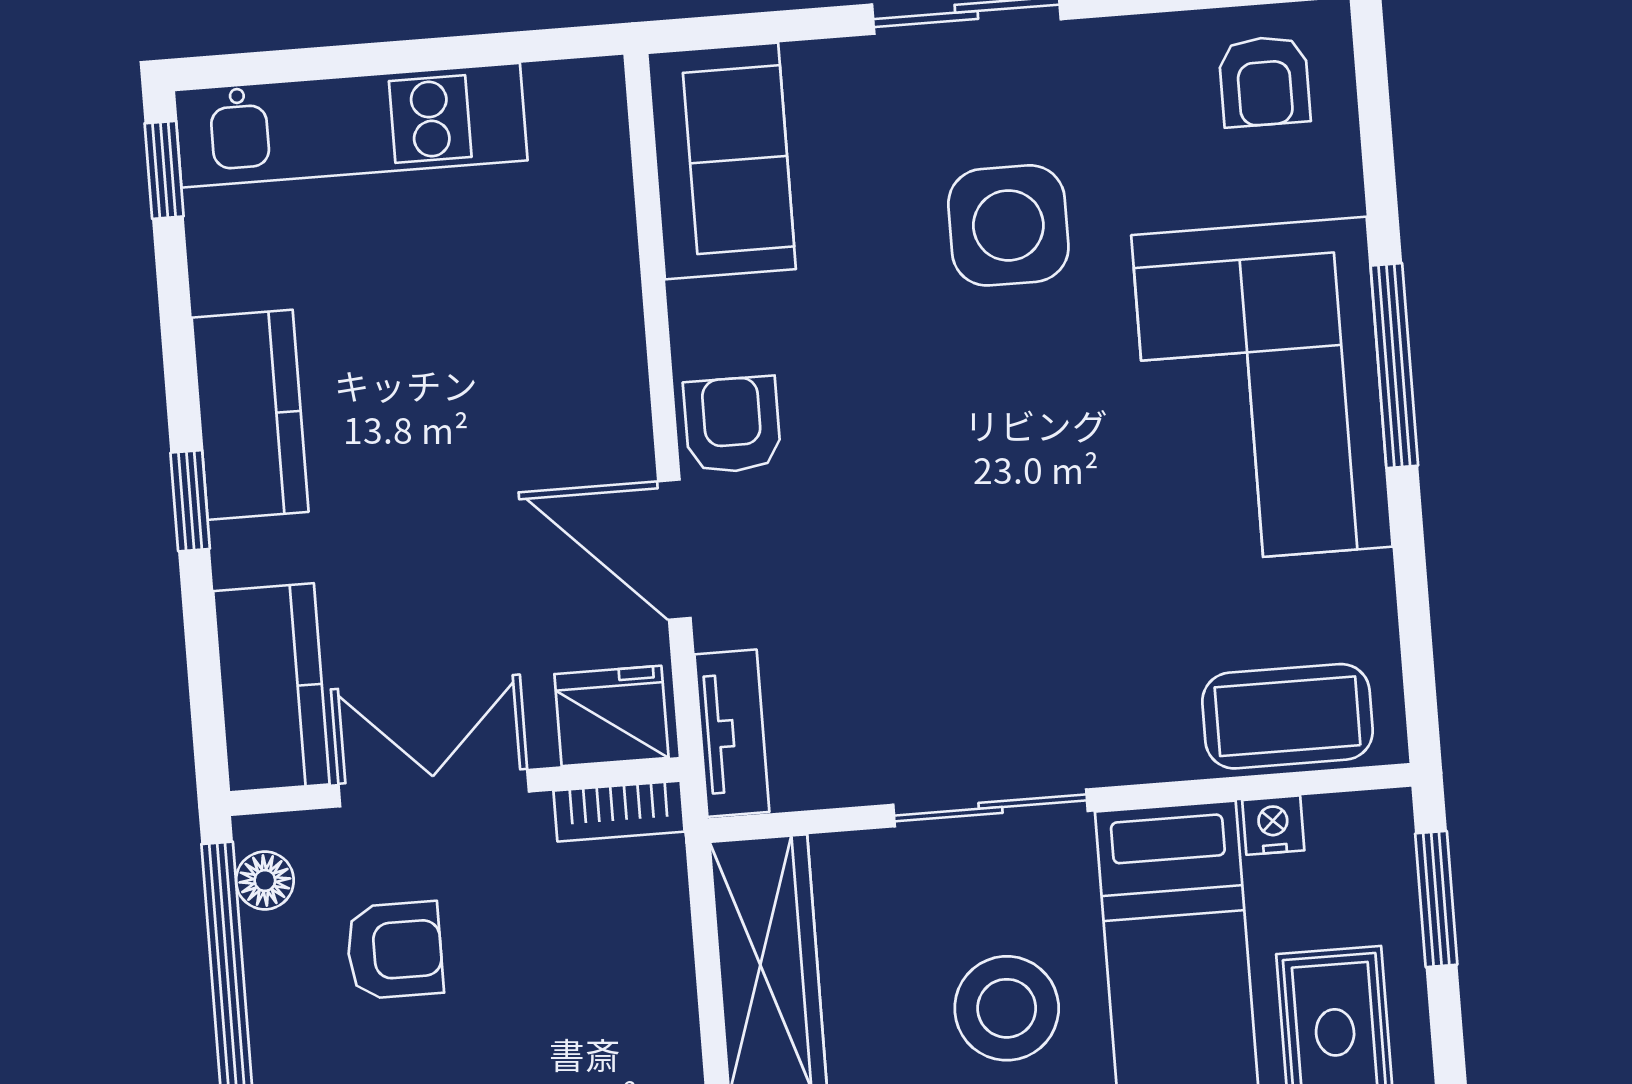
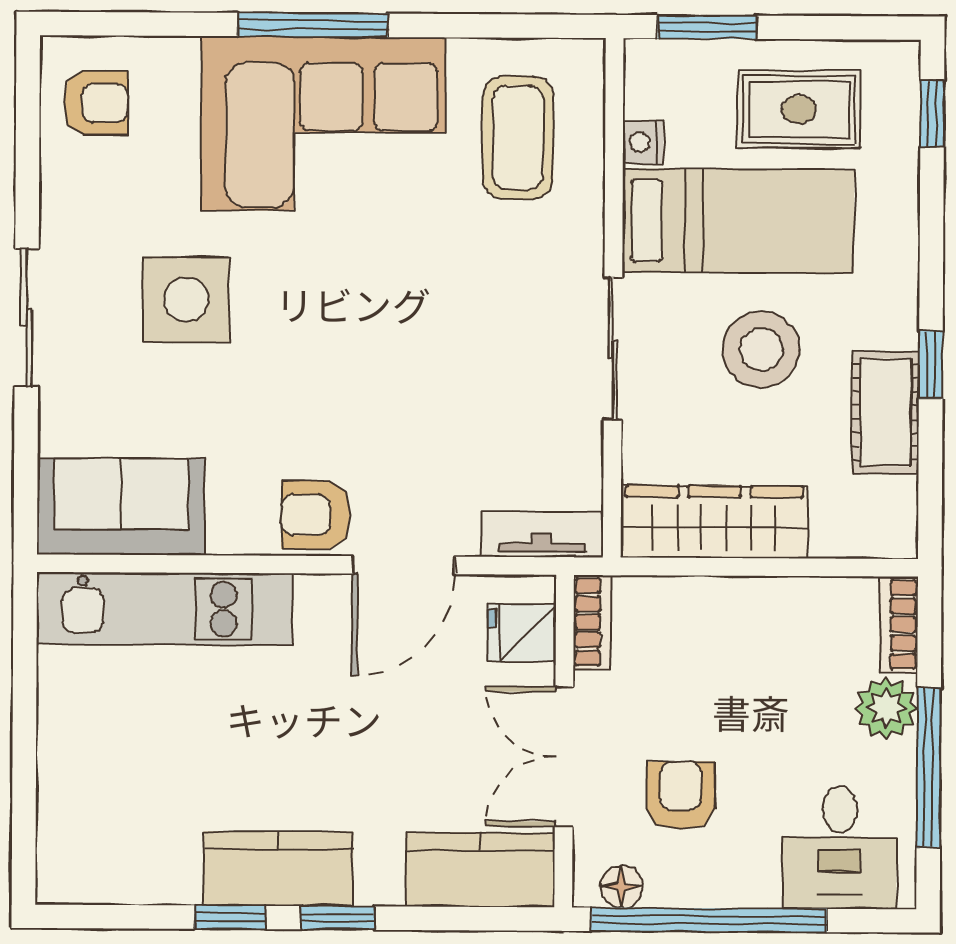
kitchen unit: (351, 125) -> (165, 609), moved, turned 90
window: (164, 170) -> (230, 917), moved
fridge: (611, 716) -> (522, 633), width x0.72
coffee table: (1288, 716) -> (518, 138), moved

